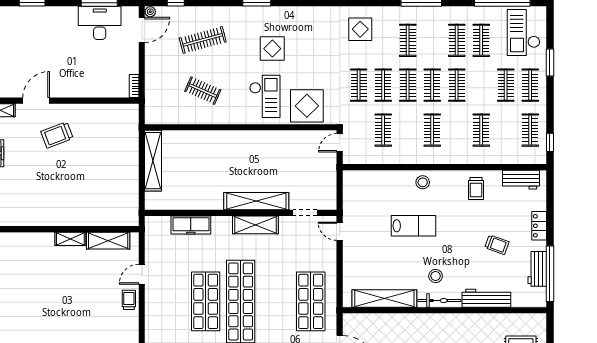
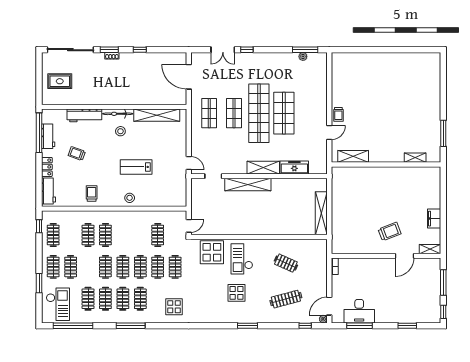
clothes rail: (432, 40) -> (123, 299), added
clothes rail: (432, 130) -> (105, 235), moved
workbench: (521, 180) -> (49, 191), moved, turned 90
shelving: (255, 225) -> (263, 168), moved
shelving: (70, 239) -> (415, 158), moved
shop shelf: (276, 301) -> (234, 113), added
shop shelf: (311, 301) -> (209, 113), width x0.70, depth x0.74

